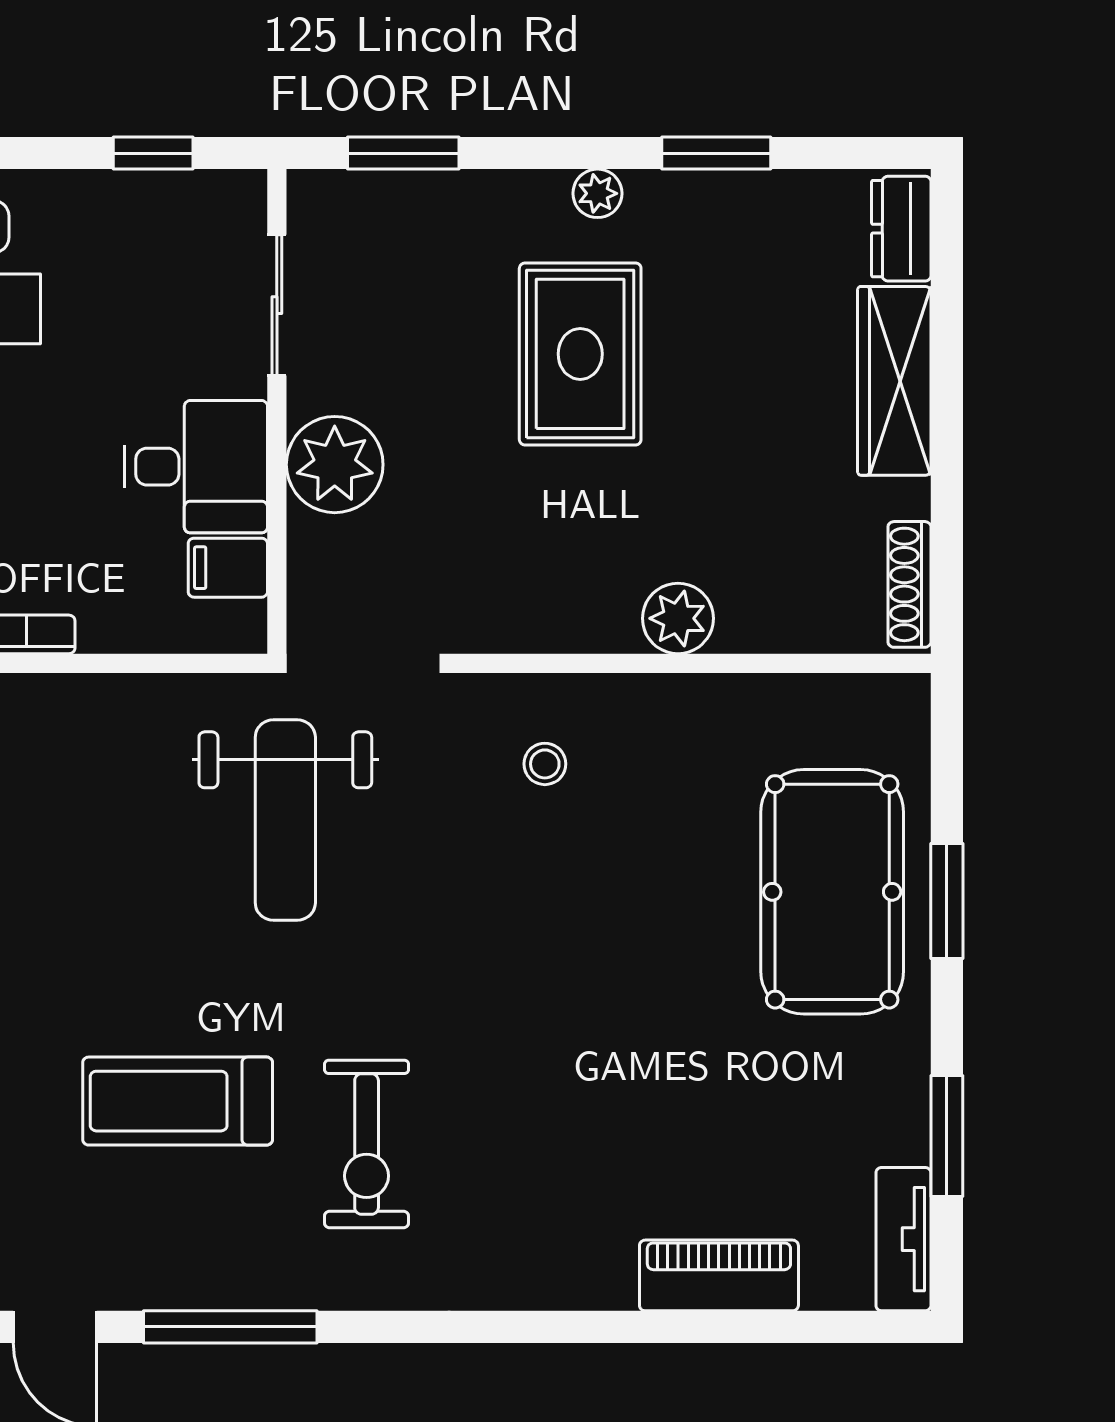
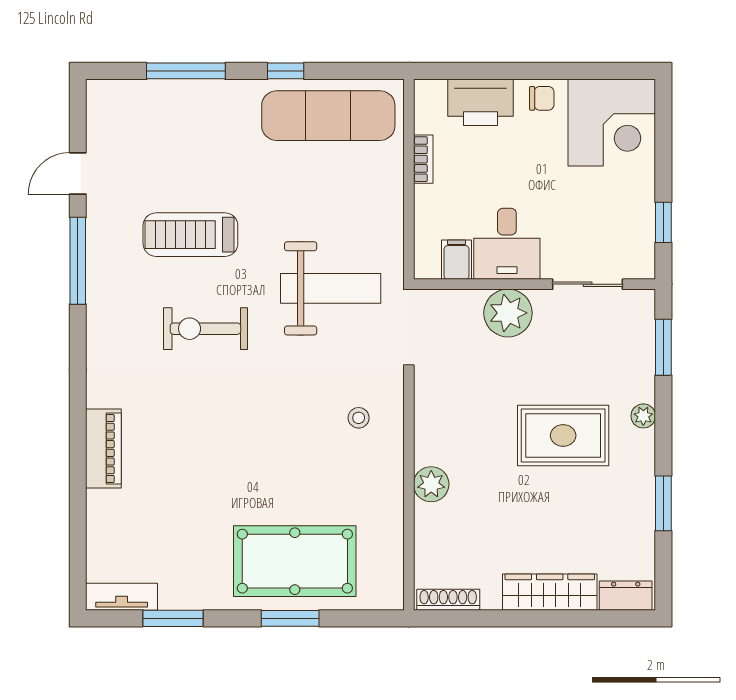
plant: (597, 193) -> (643, 416), moved
weight bench: (285, 820) -> (331, 288), turned 180
treadmill: (178, 1101) -> (190, 235), turned -90
exercise bike: (367, 1144) -> (205, 329), moved
piano: (719, 1275) -> (103, 448), moved

